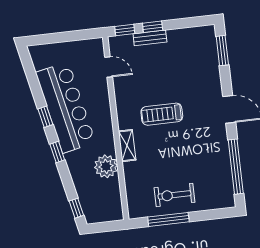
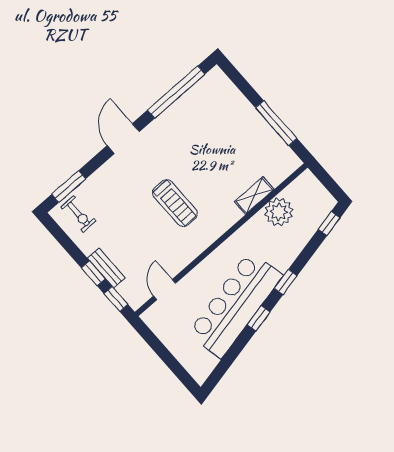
shelving: (127, 146) -> (254, 196), moved
plant: (106, 166) -> (279, 212), moved
exercise bike: (174, 195) -> (78, 214), moved, width x0.73, depth x0.72

